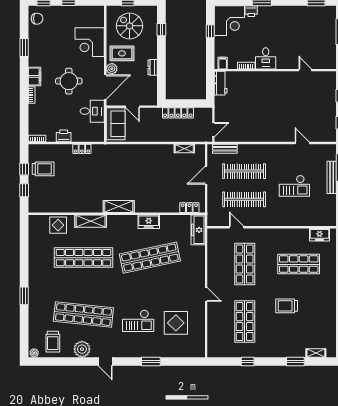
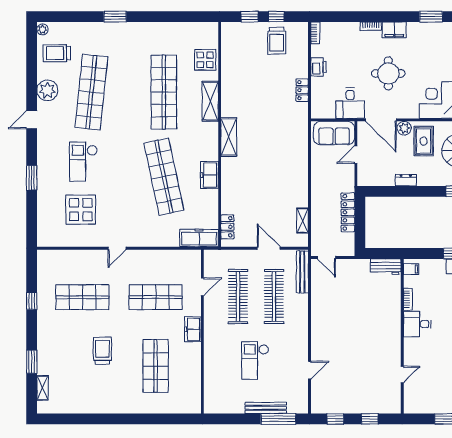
bench: (225, 149) -> (302, 272), width x1.36
freezer: (319, 235) -> (193, 329), moved

